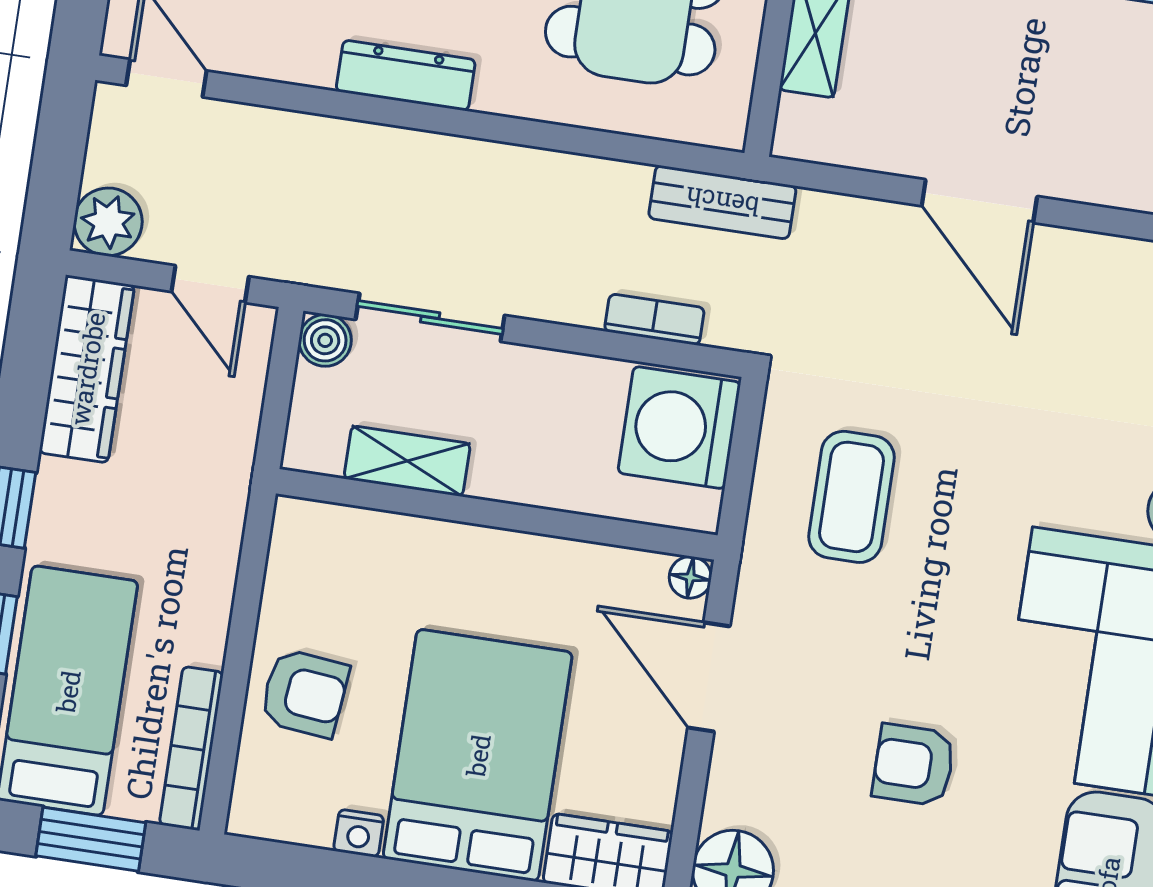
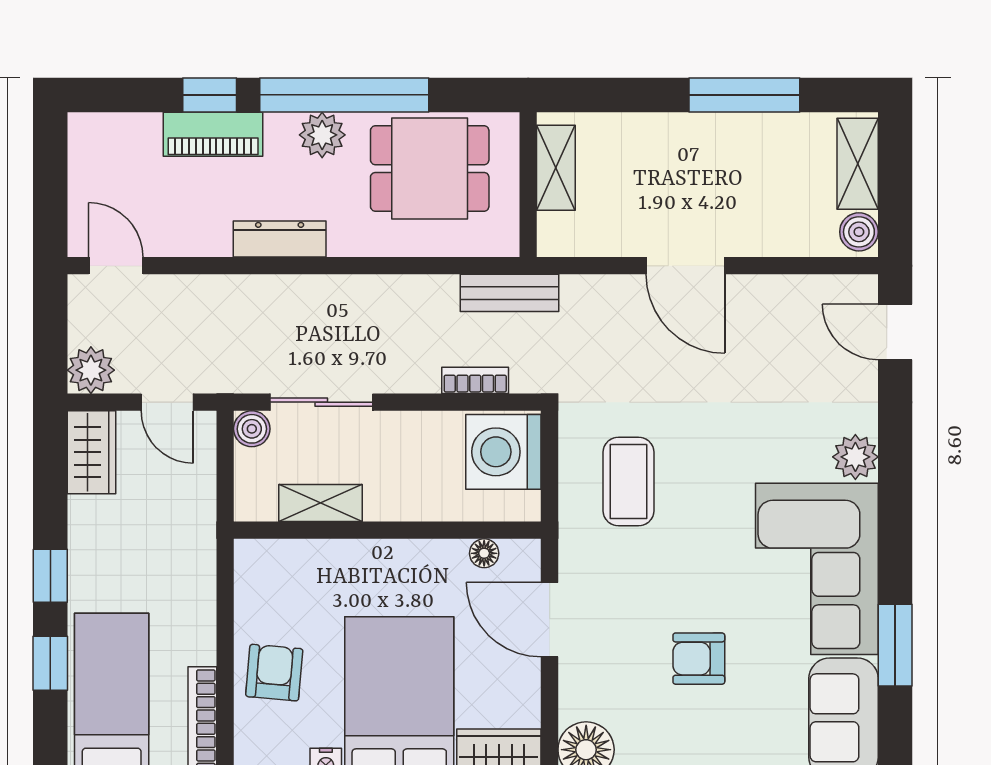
wardrobe: (87, 369) -> (91, 452), width x0.67
floor lamp: (690, 577) -> (484, 553), moved
armchair: (304, 693) -> (274, 673), turned -91

